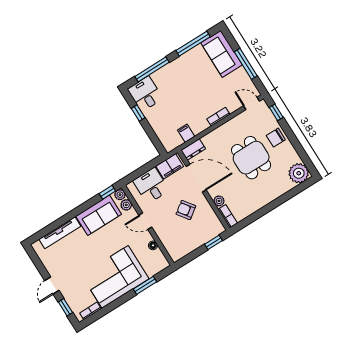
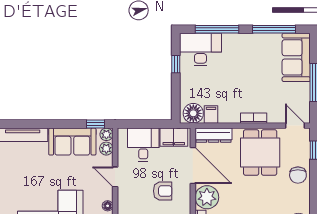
desk: (145, 94) -> (200, 50), width x1.37
chair: (276, 138) -> (298, 175), turned -90
floor lamp: (173, 140) -> (193, 113), added
dresser: (193, 149) -> (214, 135), width x1.44
dining table: (251, 158) -> (260, 152), moved
plant: (219, 201) -> (207, 197), width x1.88, depth x1.88
armchair: (186, 210) -> (163, 191), turned 126

